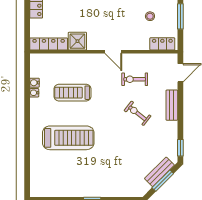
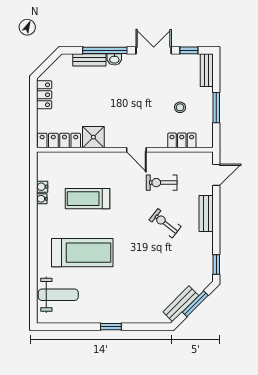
locker: (162, 44) -> (182, 140), moved
bench: (159, 172) -> (181, 304), moved
weight bench: (48, 173) -> (58, 295), added

